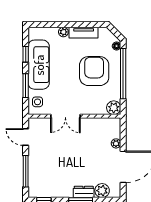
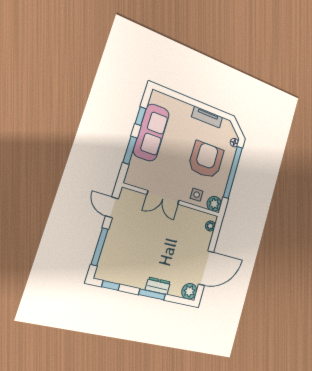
plant: (63, 32) -> (187, 108), removed
side table: (37, 102) -> (197, 195), moved
plant: (116, 143) -> (210, 226), moved
plant: (102, 191) -> (189, 291), moved

